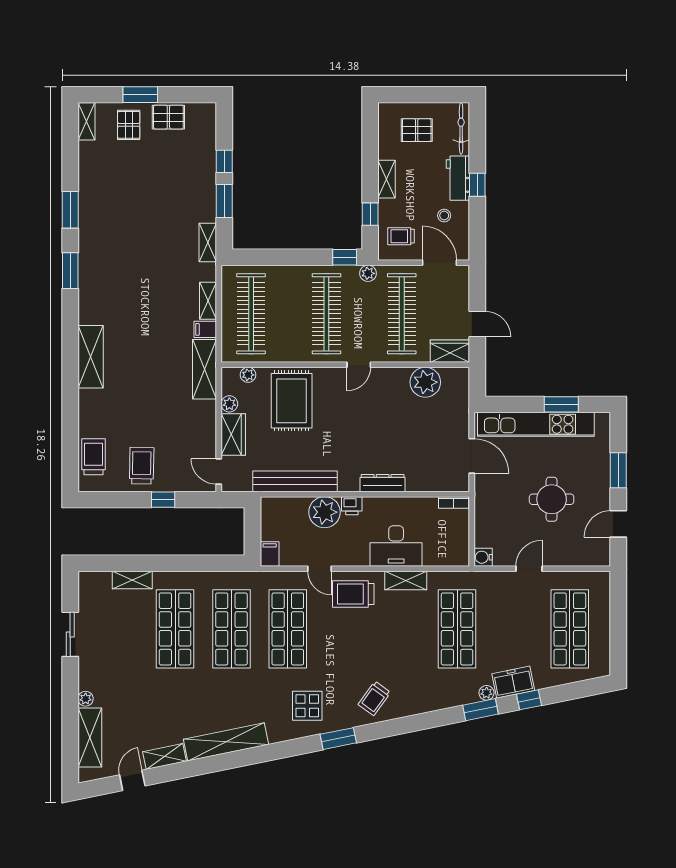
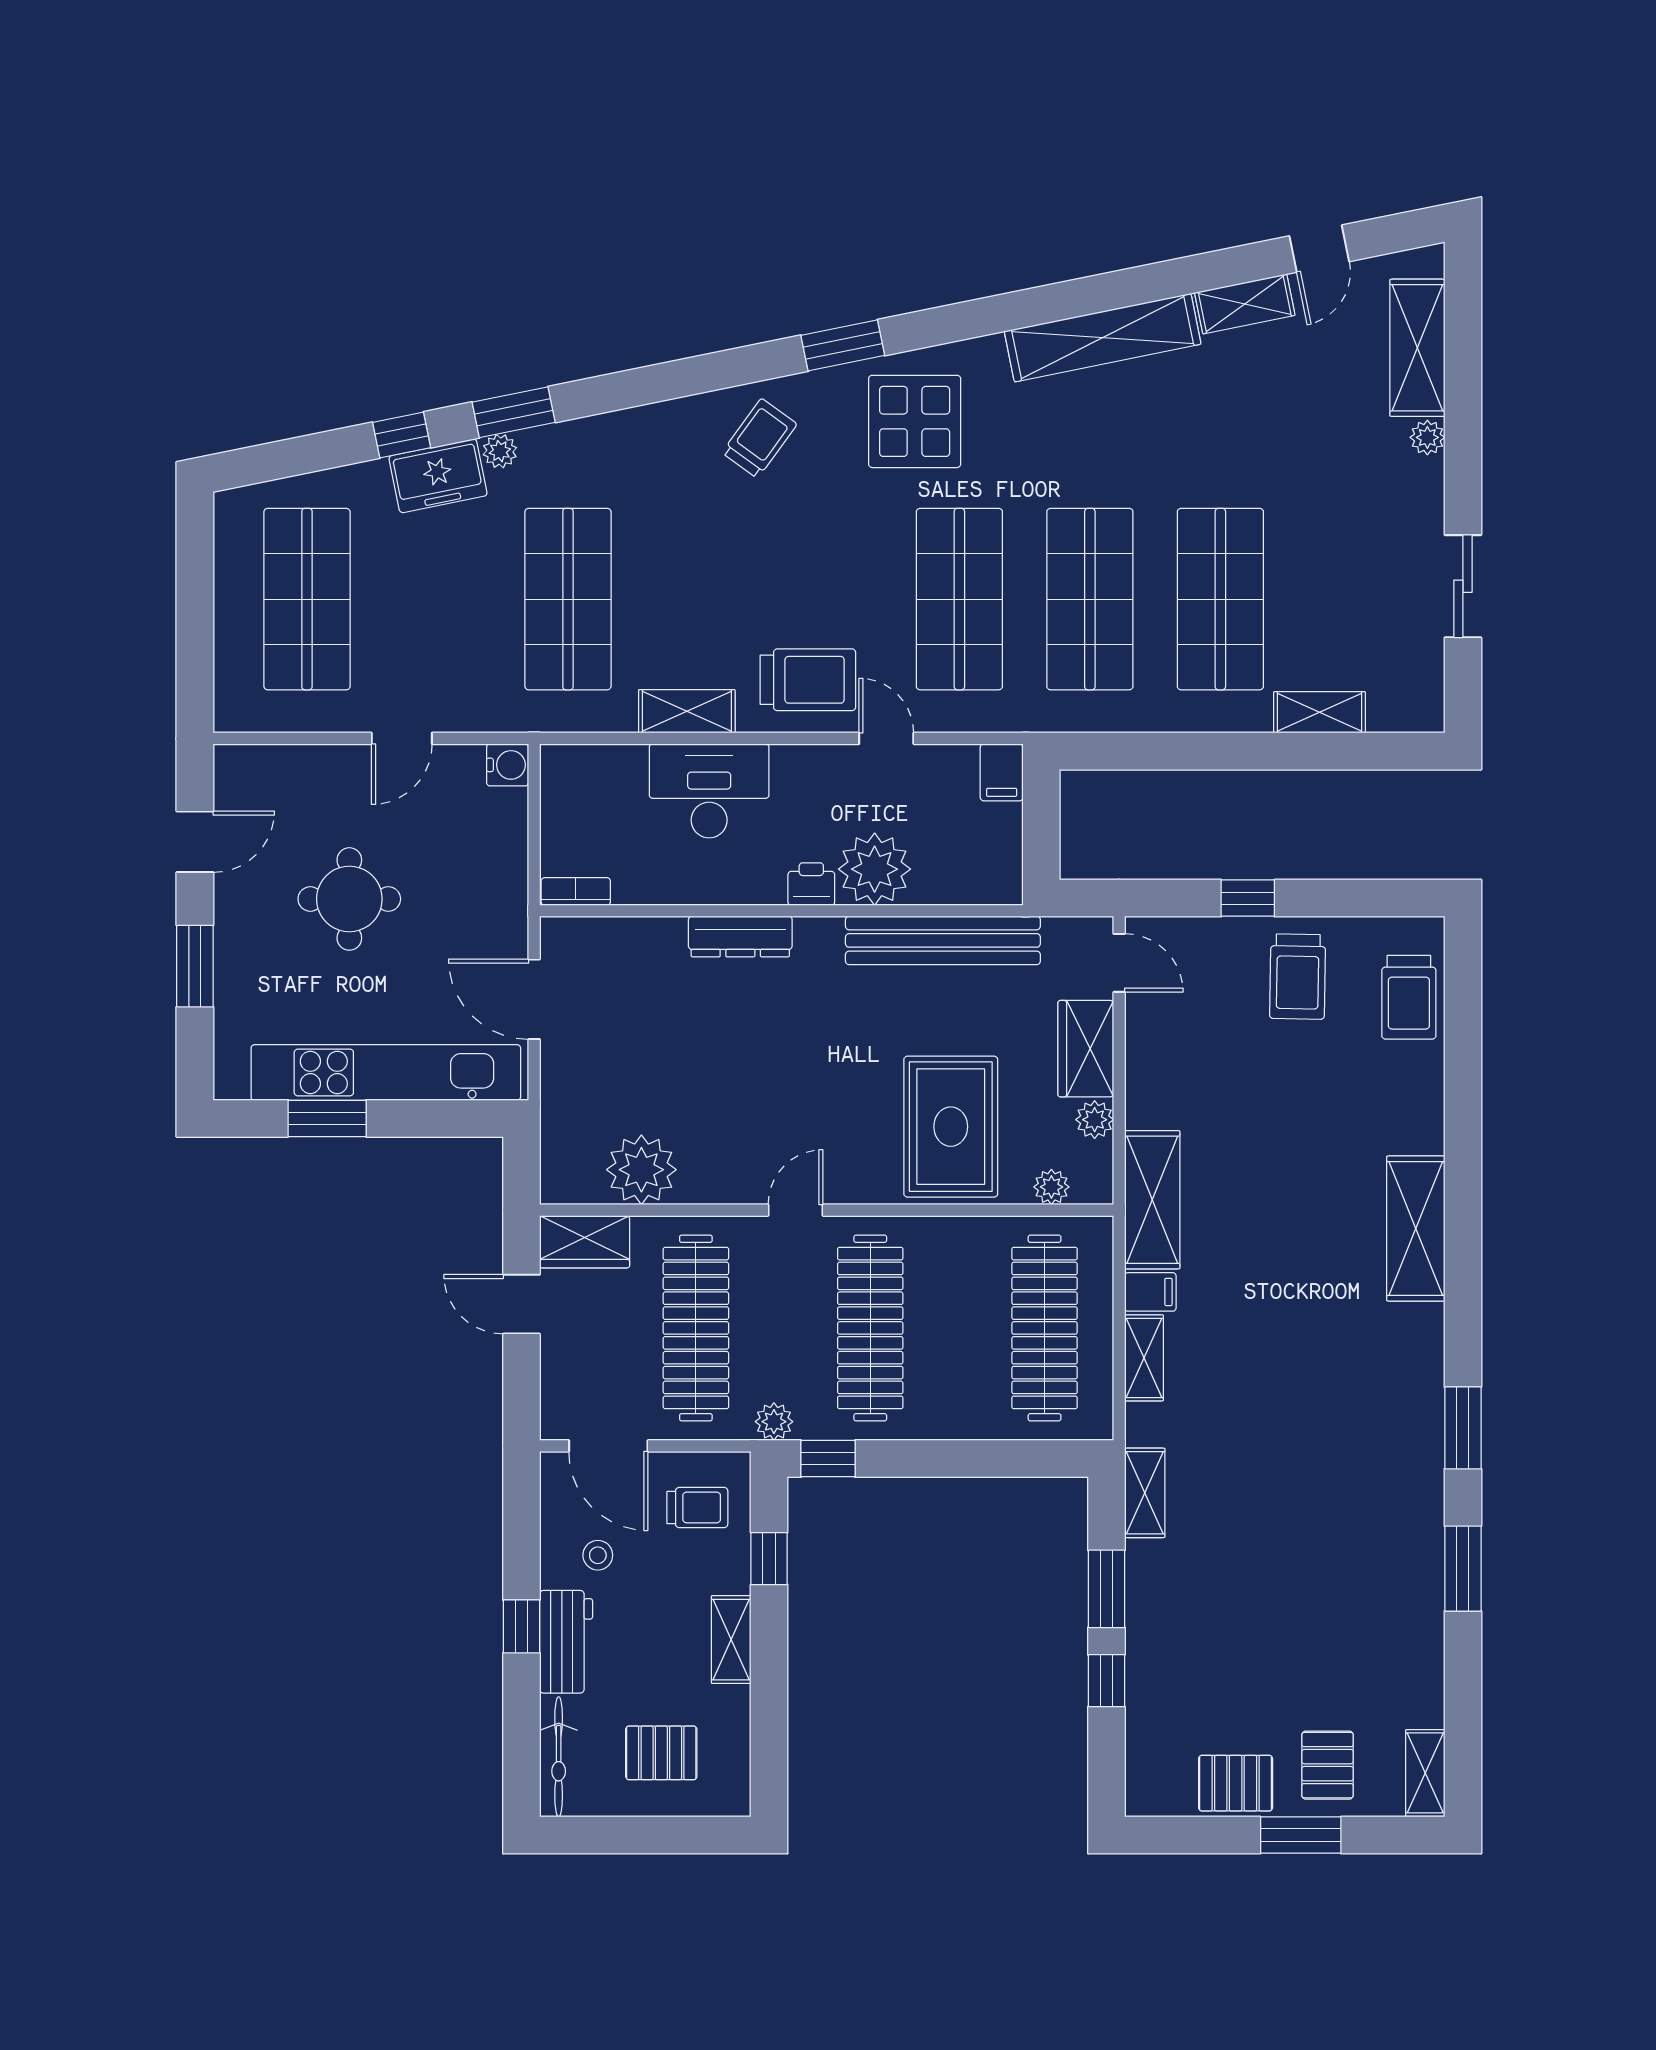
display table: (307, 706) -> (915, 421), width x1.36, depth x1.36

